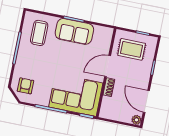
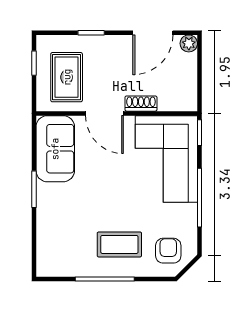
sofa: (74, 31) -> (55, 149), moved
coffee table: (39, 33) -> (119, 244), moved
armchair: (25, 86) -> (168, 251), turned 90

